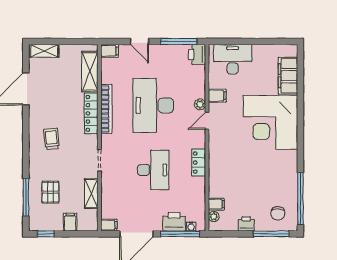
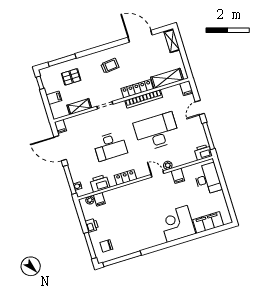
corner desk: (270, 122) -> (177, 224), width x0.74, depth x0.74
printer: (174, 222) -> (100, 183), moved, turned -90

